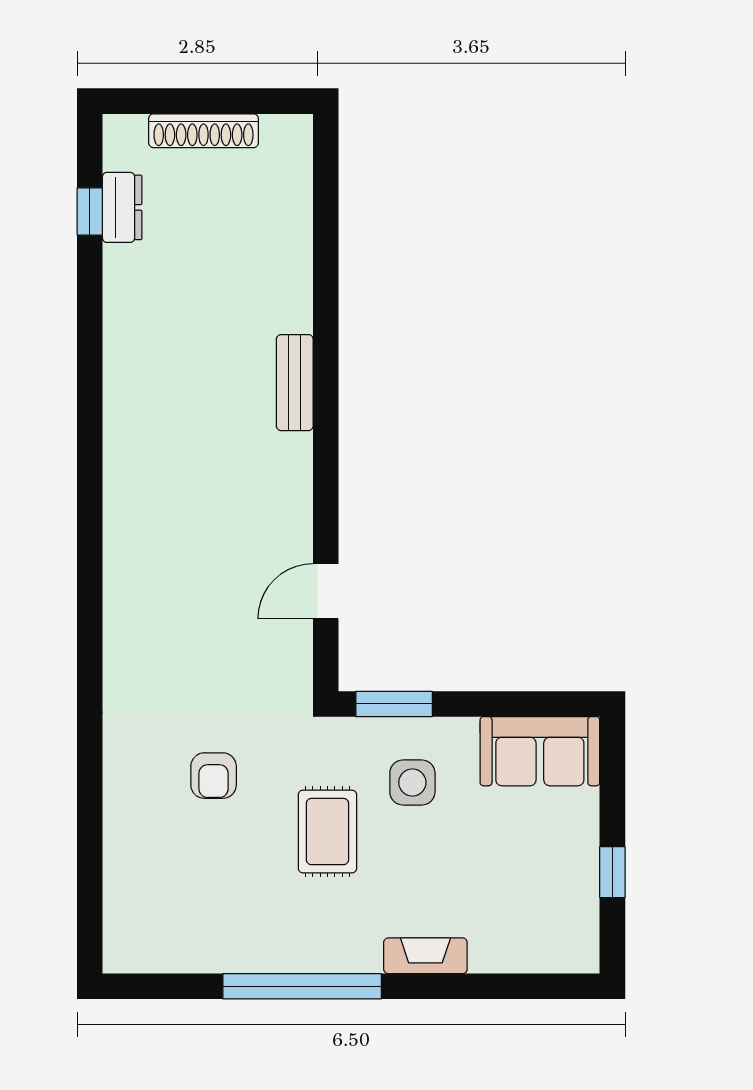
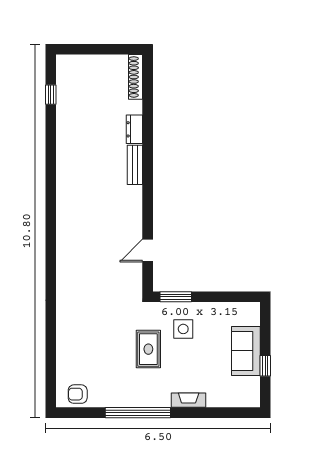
shoe rack: (204, 131) -> (136, 77), moved, turned 90
dresser: (122, 207) -> (134, 129), moved, turned 180
sofa: (540, 751) -> (246, 351), moved, turned 90
armchair: (214, 776) -> (78, 394), moved, turned 90

